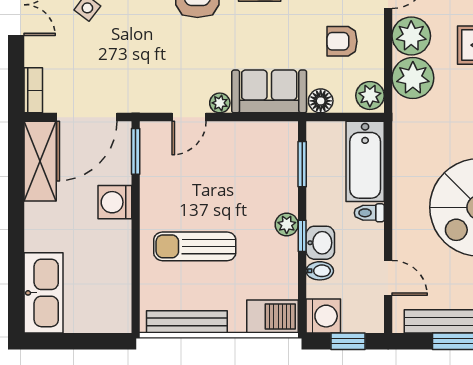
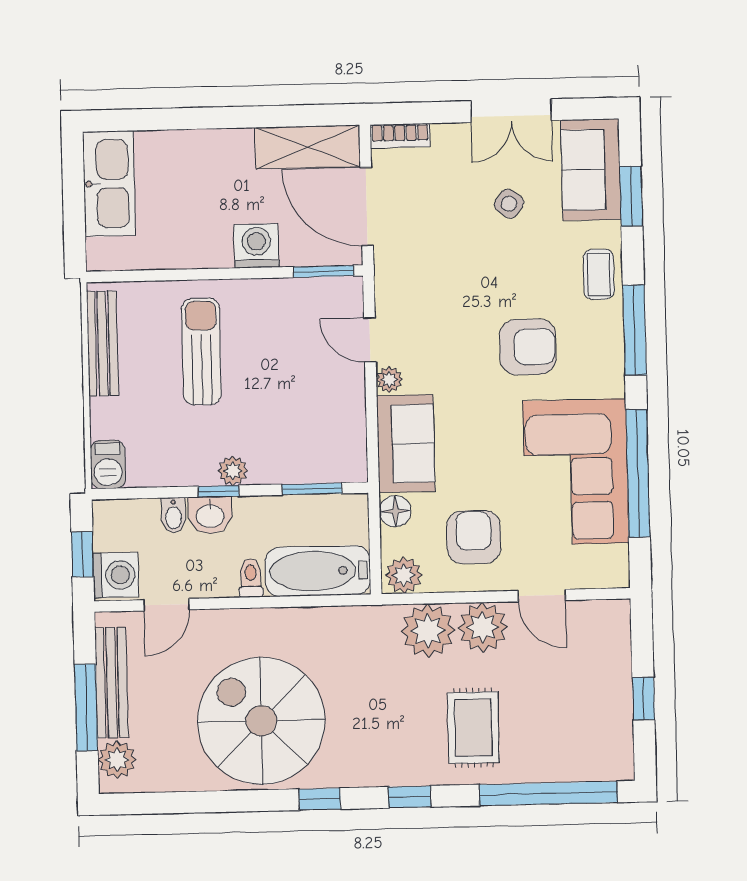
armchair: (342, 41) -> (474, 537), width x1.38, depth x1.38
kitchen sink: (44, 293) -> (109, 184), moved, turned -90
barbecue: (272, 316) -> (108, 464), width x0.73, depth x0.79
washing machine: (323, 316) -> (116, 575), moved, turned -90

